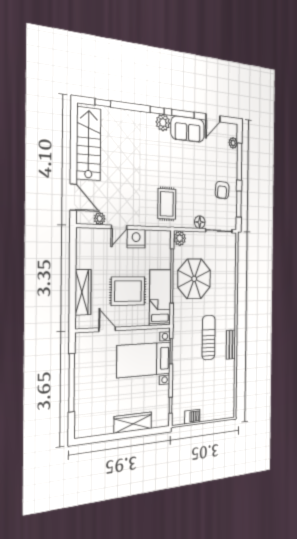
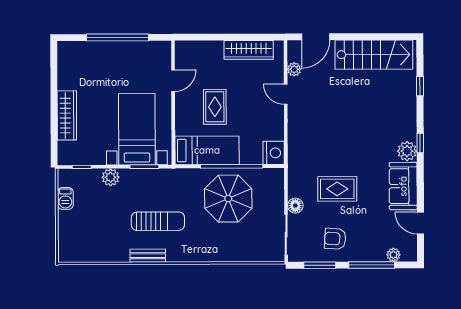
window: (103, 103) -> (420, 86), moved
window: (183, 114) -> (420, 179), removed
rug: (167, 204) -> (337, 189), moved
plant: (180, 238) -> (111, 177), moved
nightstand: (136, 239) -> (274, 153), moved
rug: (128, 291) -> (215, 107), width x0.73, depth x0.70
wardrobe: (83, 292) -> (249, 50), moved

